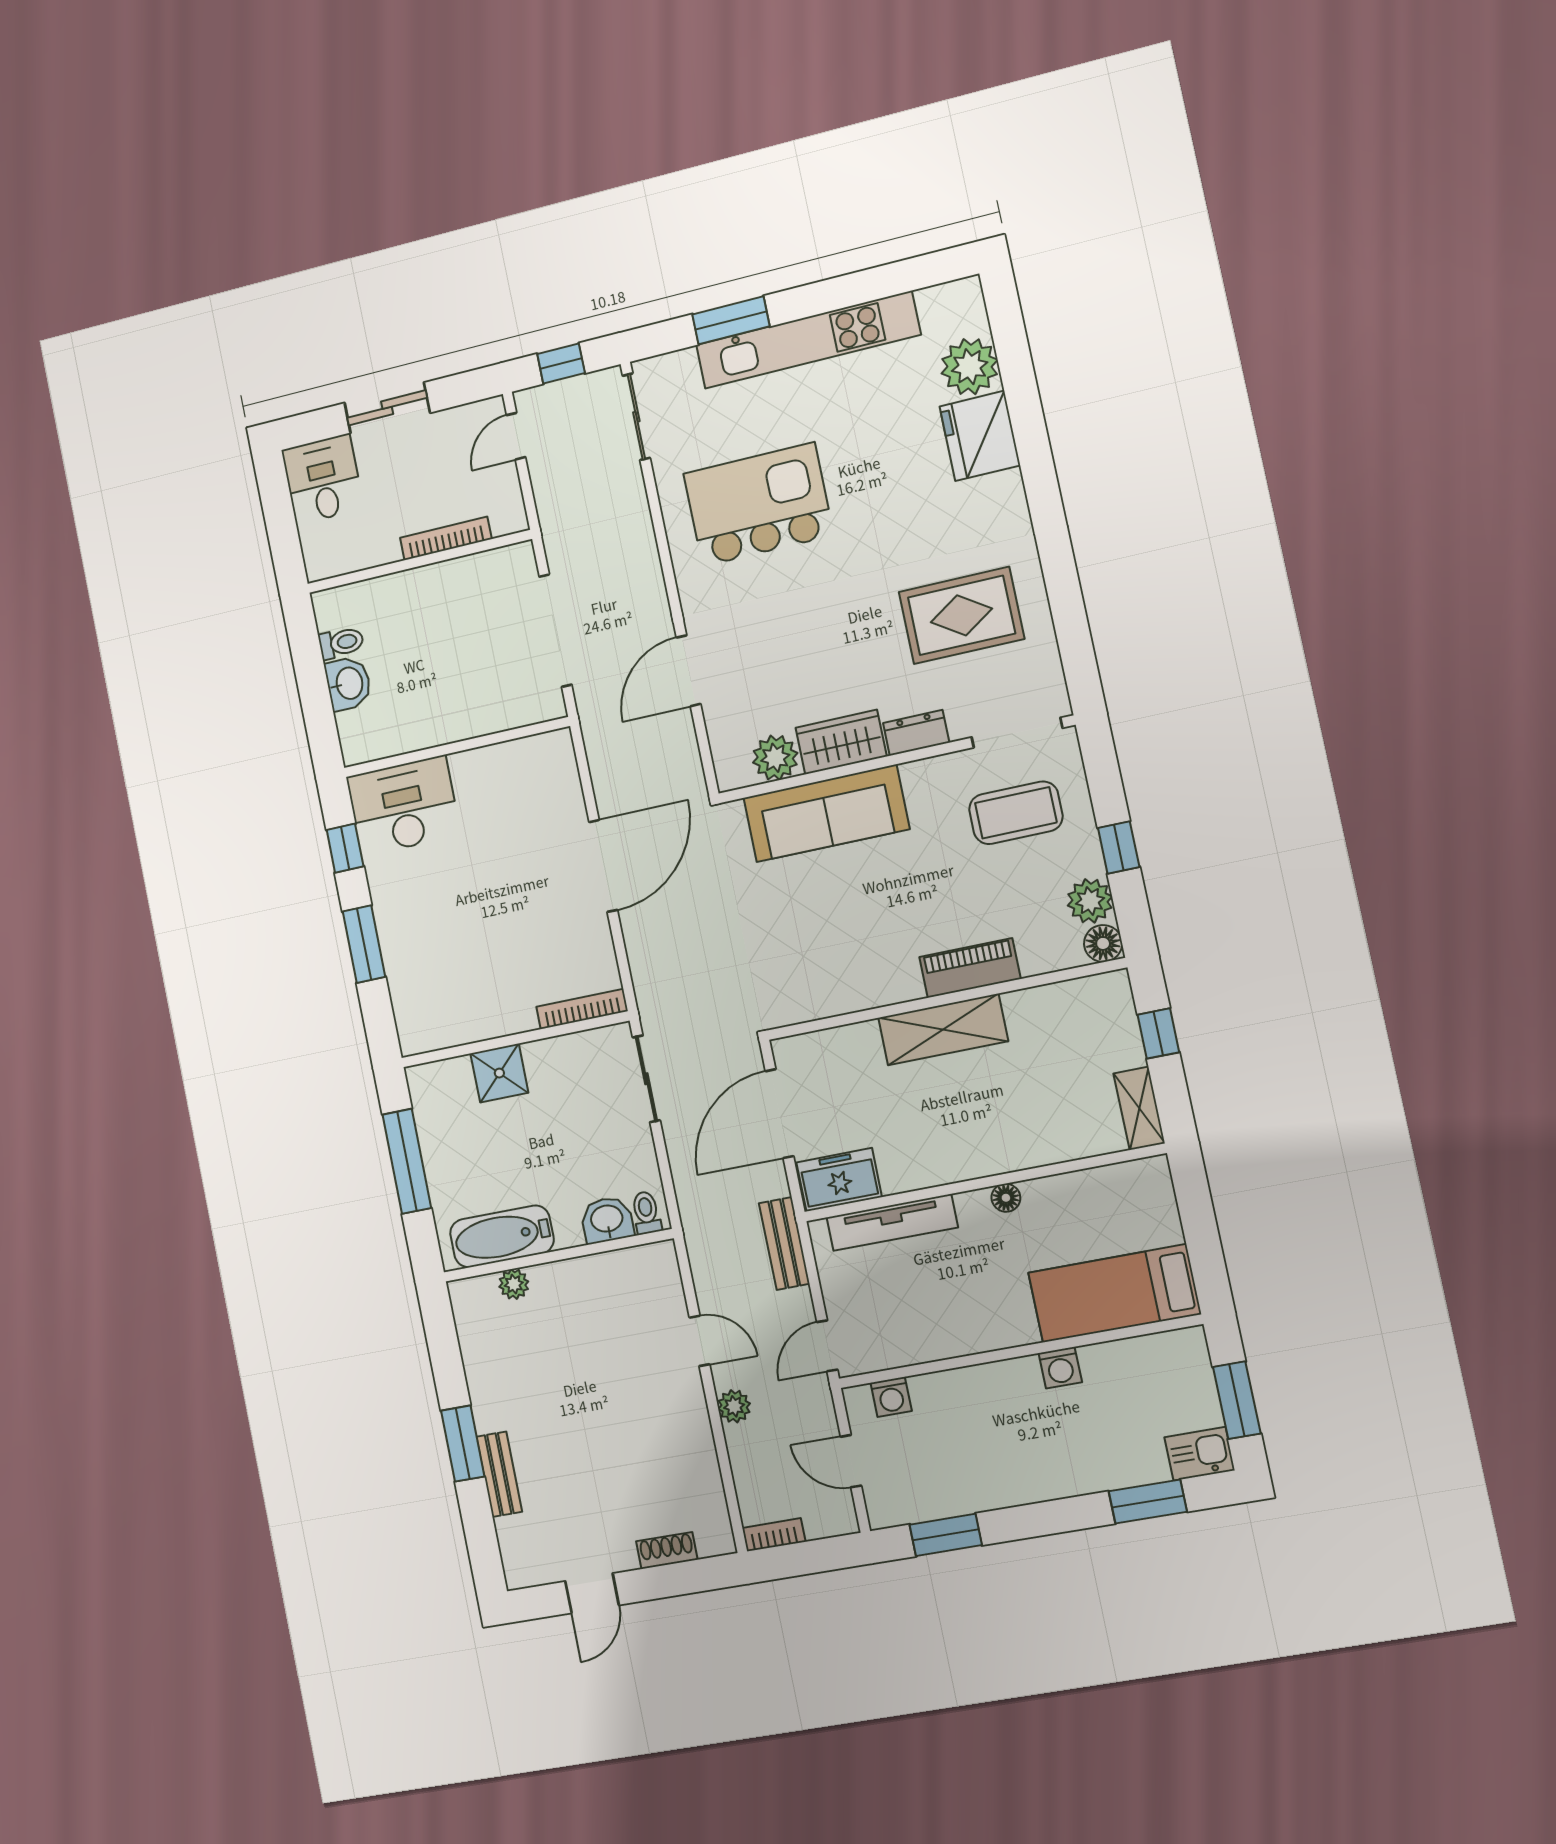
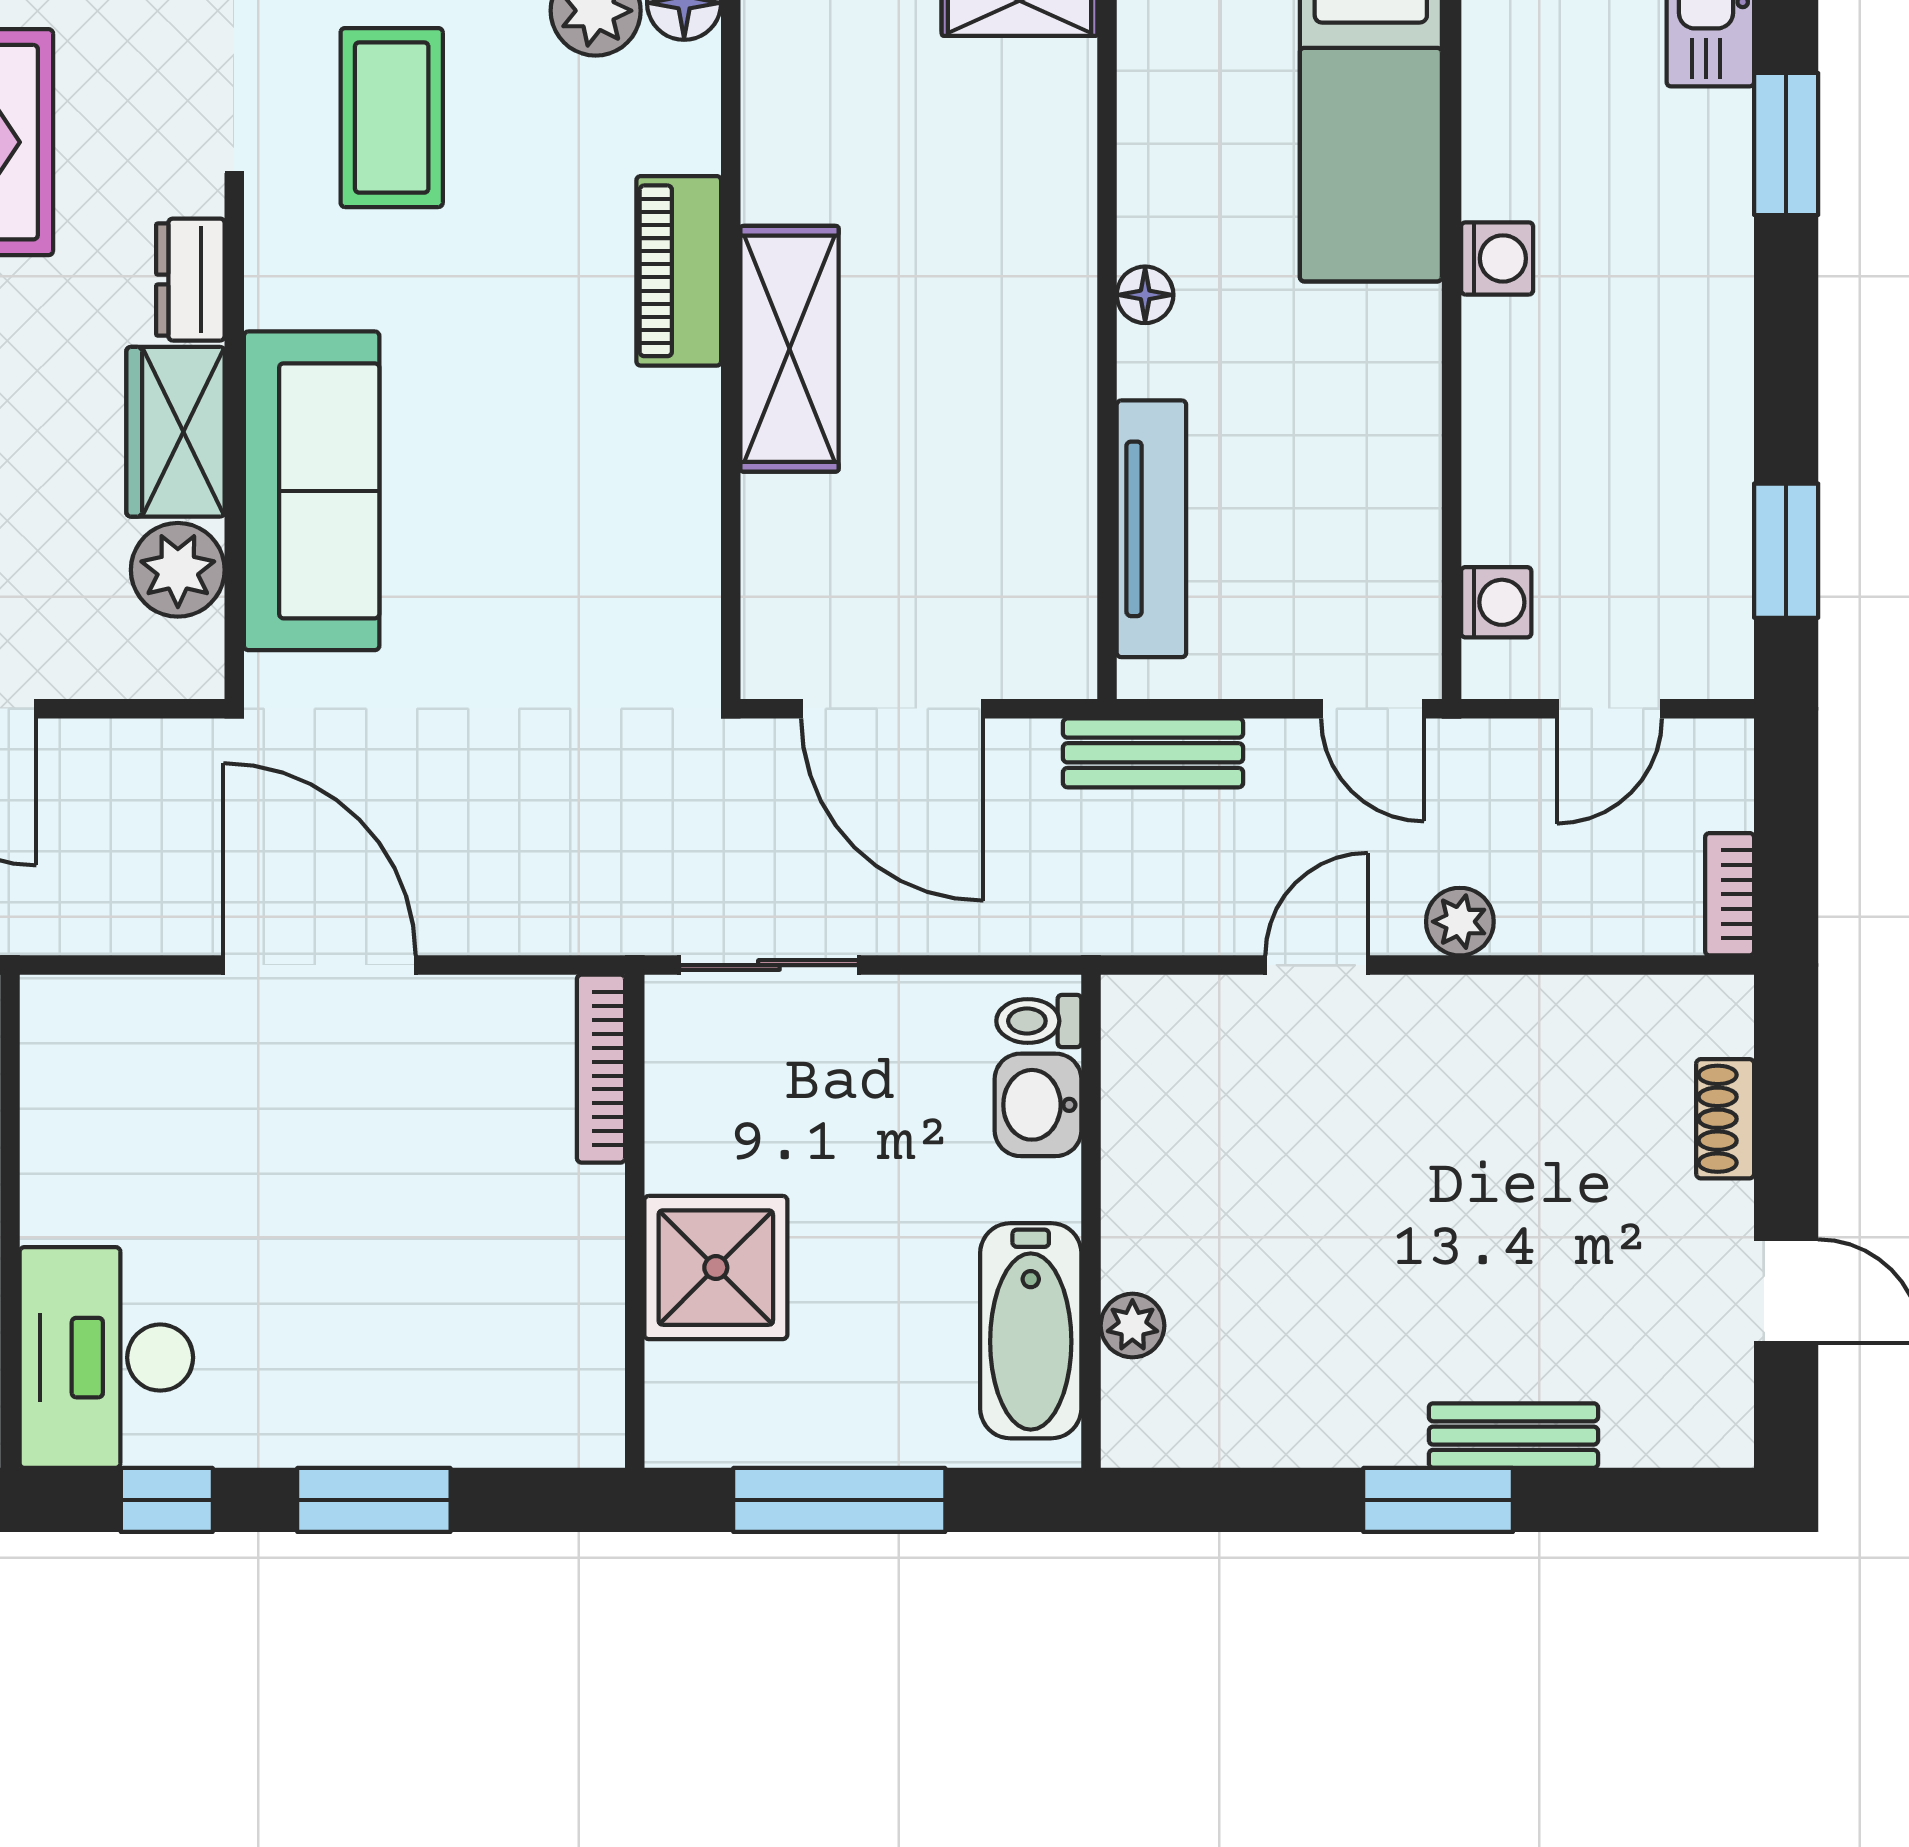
shower: (499, 1073) -> (716, 1268), width x1.36, depth x1.36
freezer: (839, 1180) -> (1047, 617), removed

